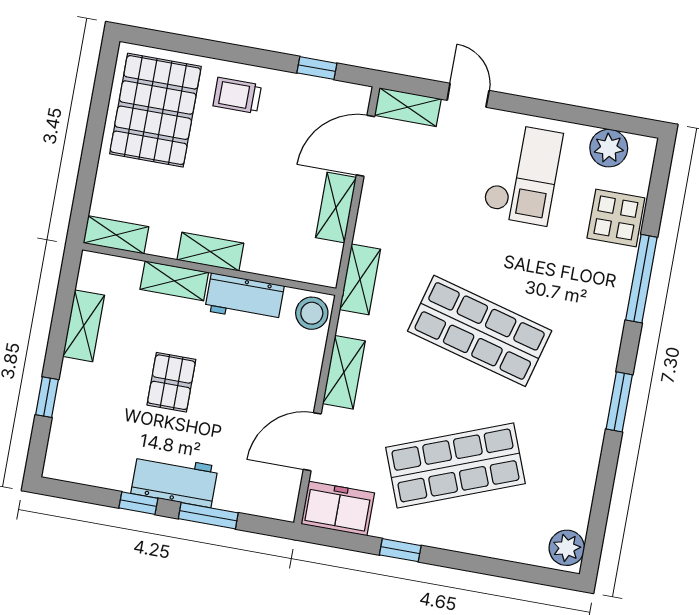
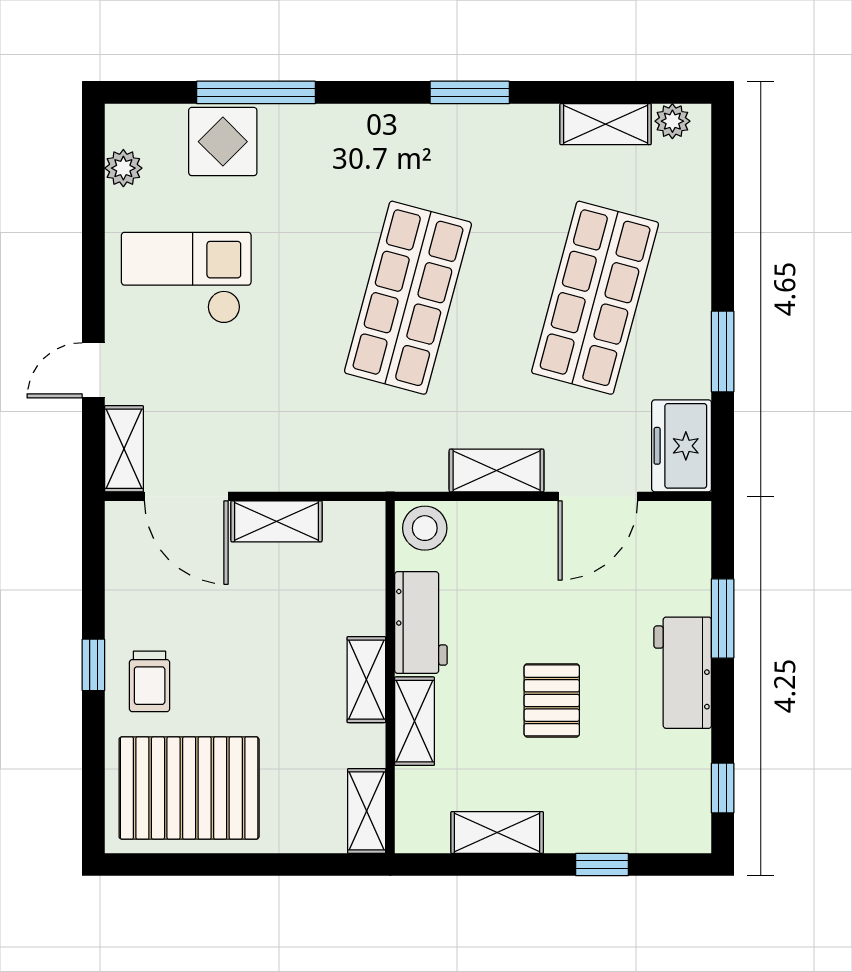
window: (317, 68) -> (93, 665), moved
plant: (609, 148) -> (123, 168), width x0.73, depth x0.73
shelving: (360, 279) -> (606, 124), moved
window: (641, 279) -> (256, 92), moved
pallet: (171, 382) -> (552, 700), turned 90
door: (312, 442) -> (598, 496), hinge flipped
shop shelf: (455, 465) -> (595, 298), turned 36
window: (138, 503) -> (723, 788), moved
plant: (567, 548) -> (672, 121), width x0.73, depth x0.73
window: (400, 550) -> (723, 352), width x1.50

